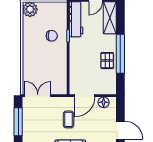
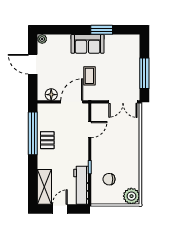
chair: (52, 36) -> (109, 179), moved
window: (120, 54) -> (33, 133), moved
door: (68, 70) -> (90, 130), added

